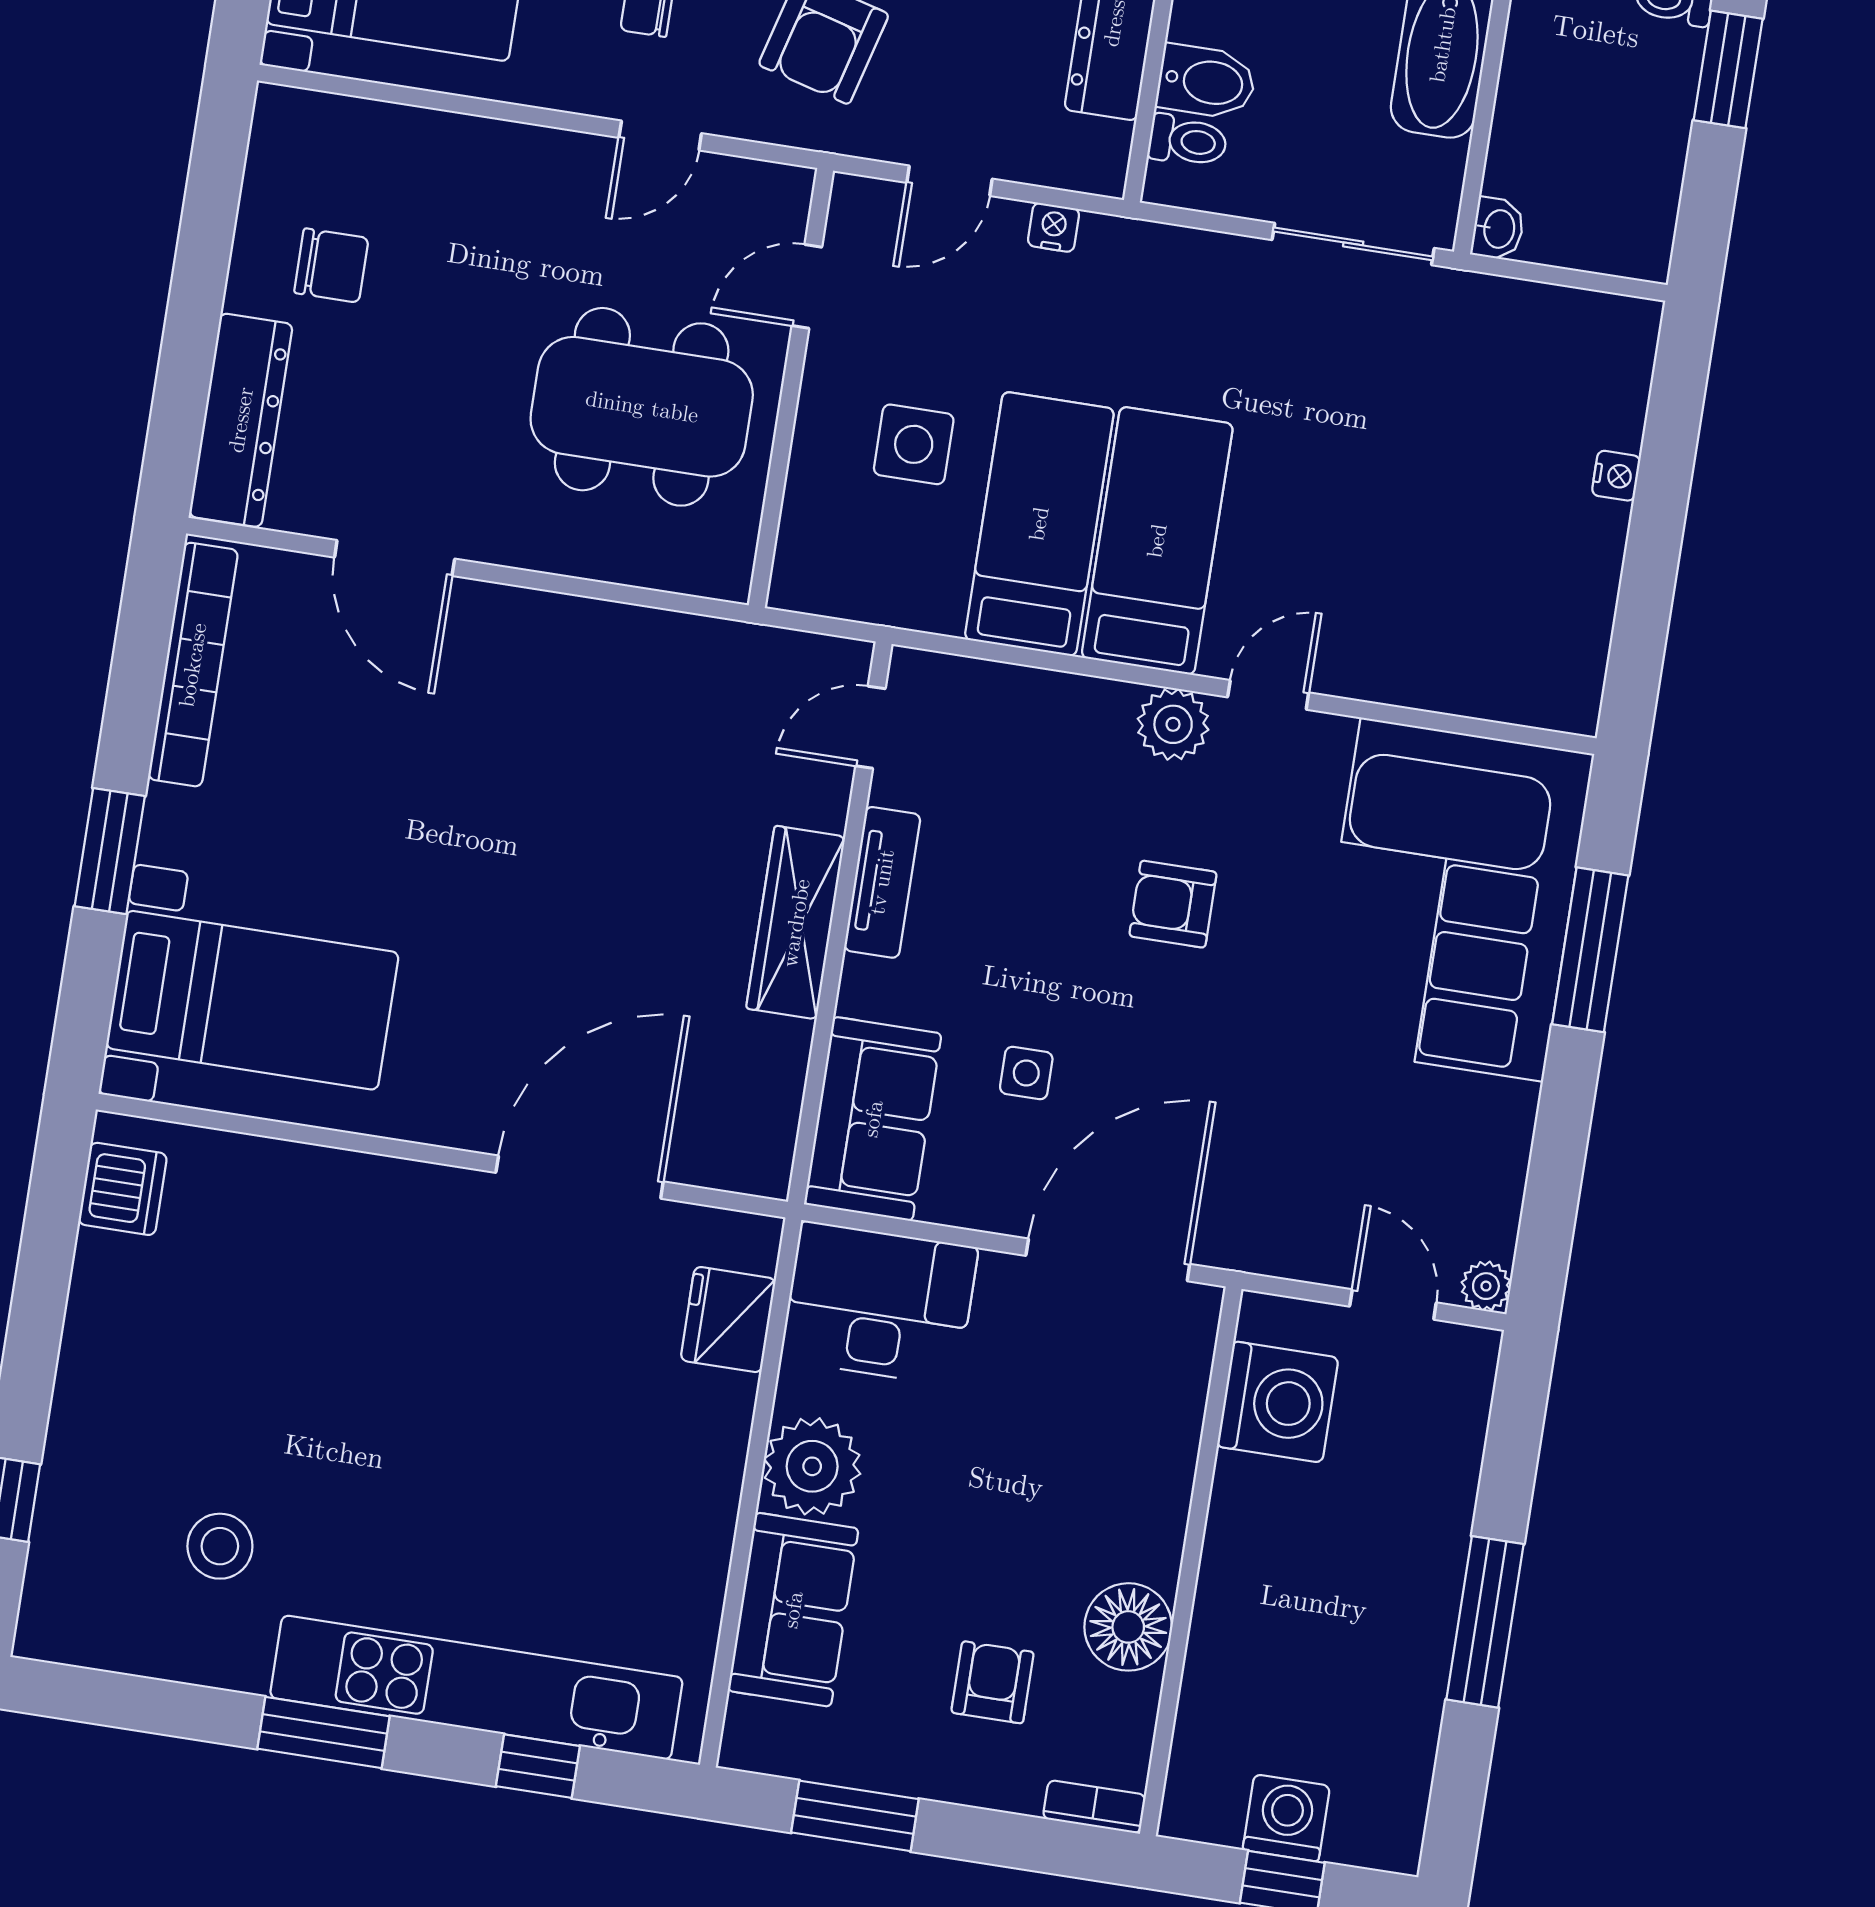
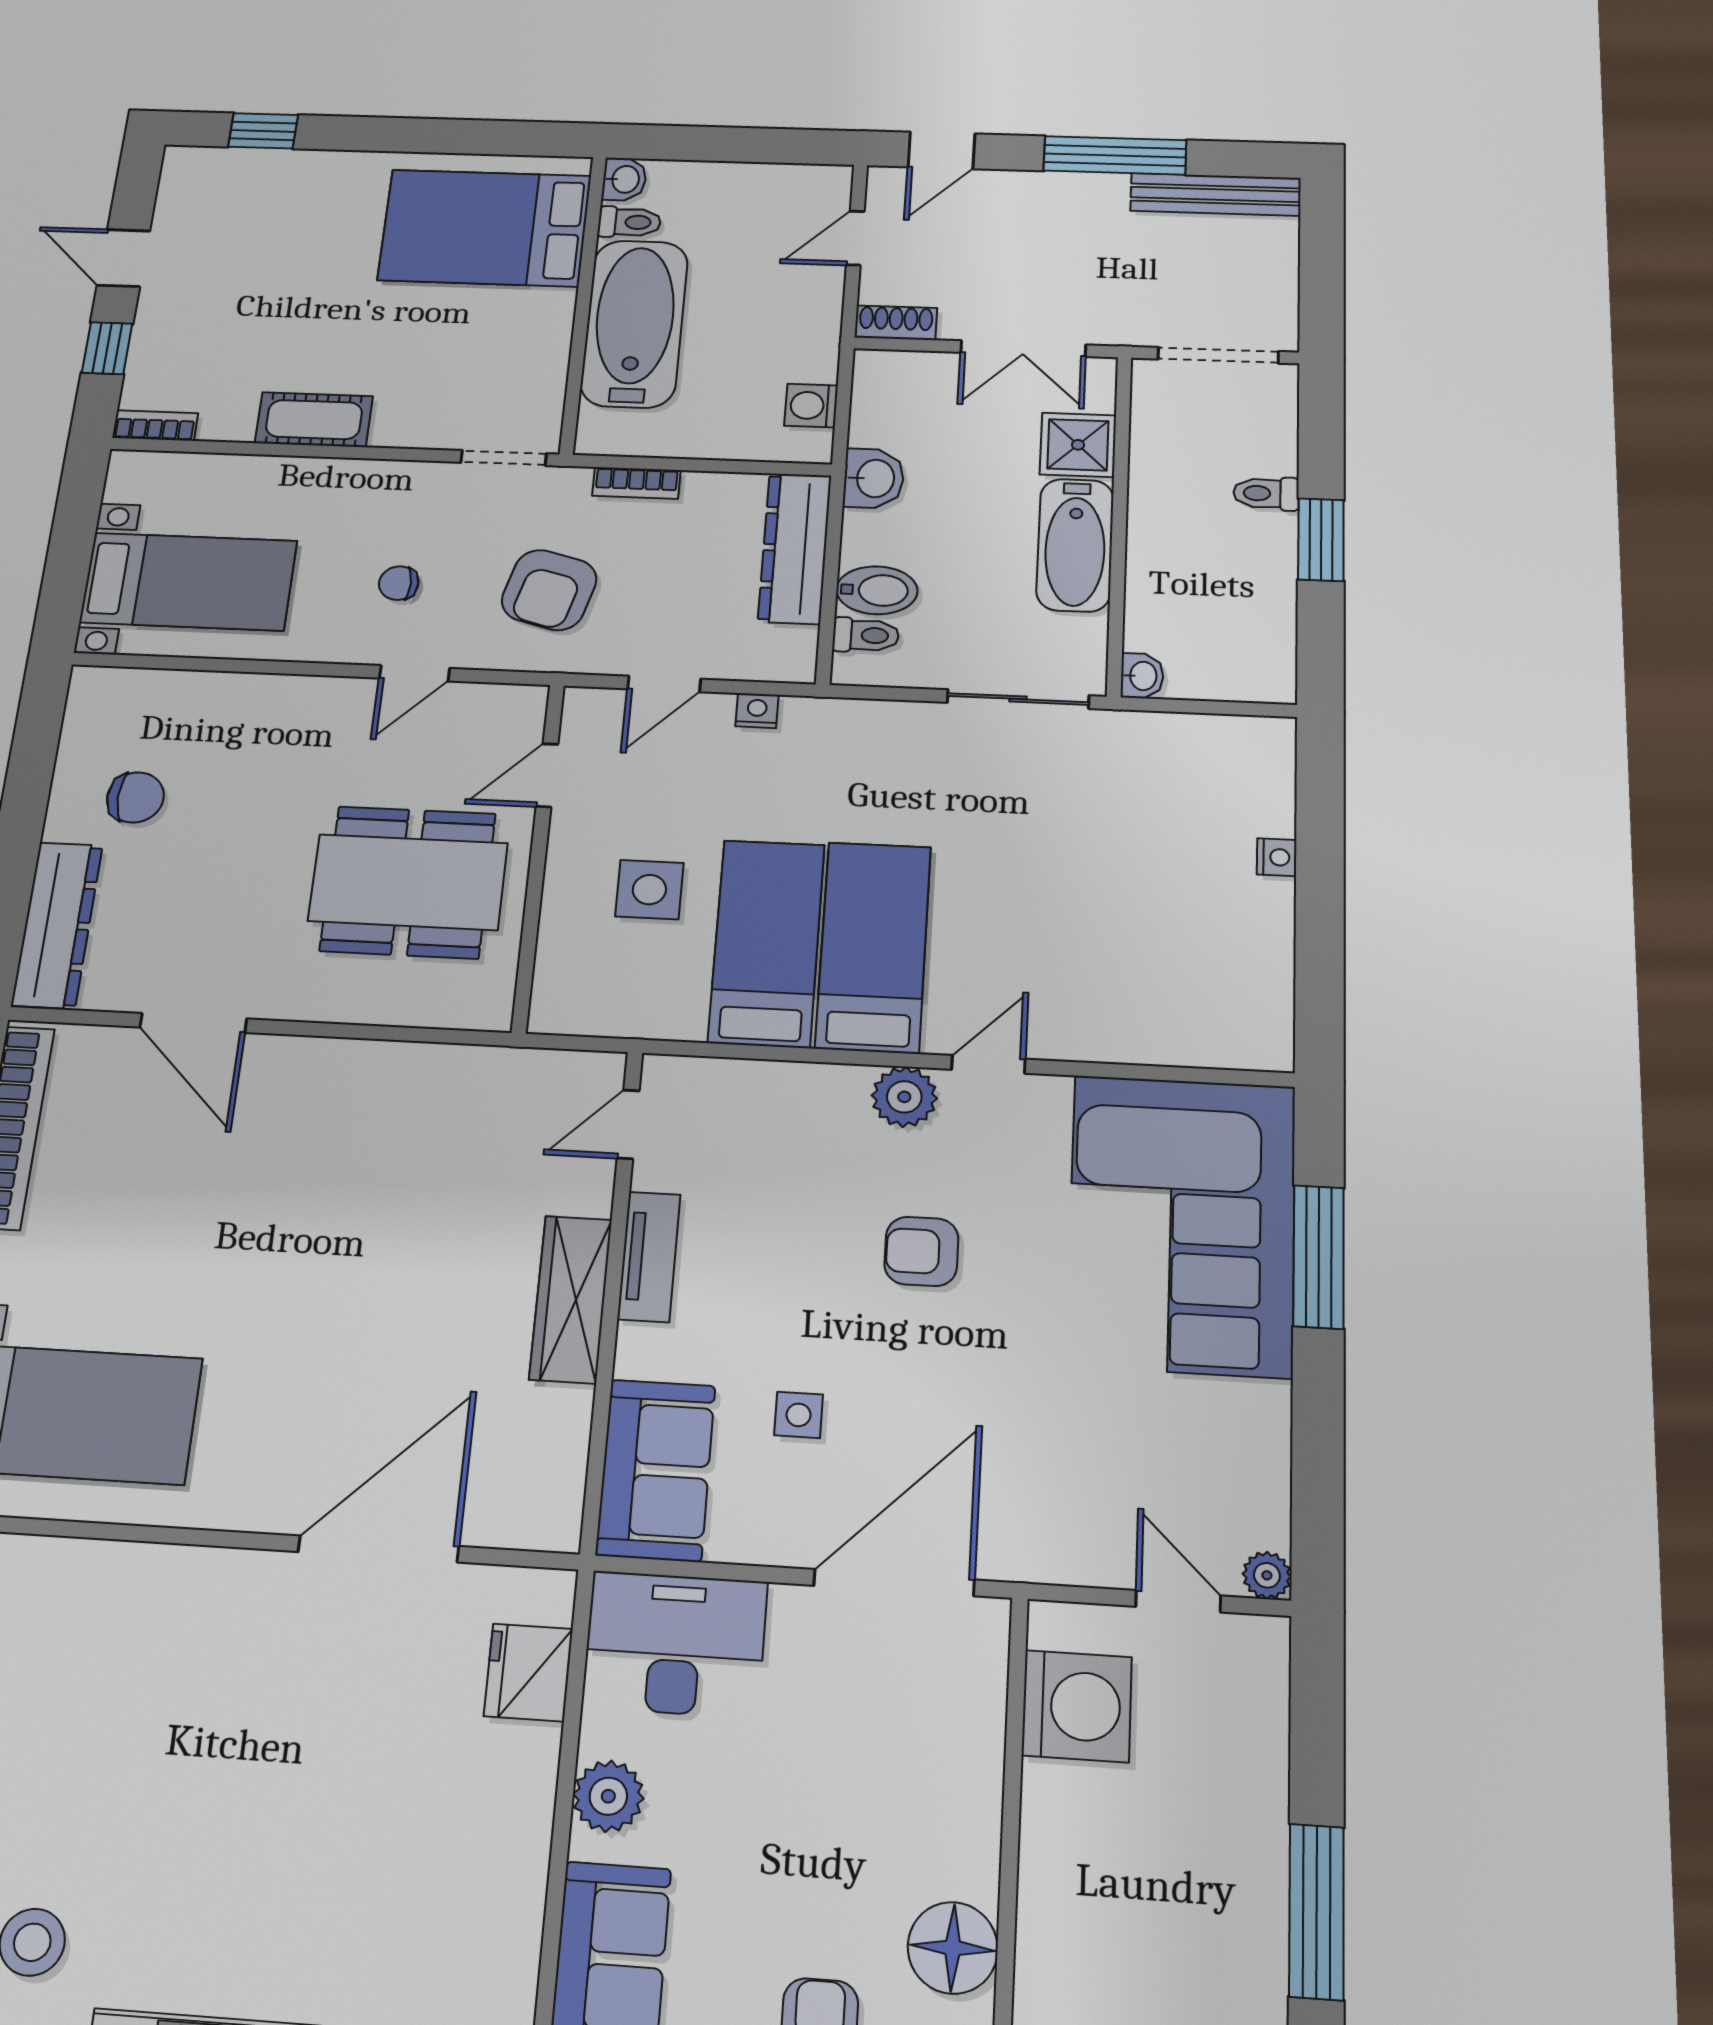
plant: (812, 1466) -> (608, 1796), width x0.73, depth x0.73

